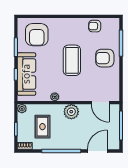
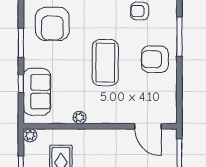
sofa: (26, 74) -> (37, 92), width x0.73
plant: (71, 112) -> (104, 140), removed

